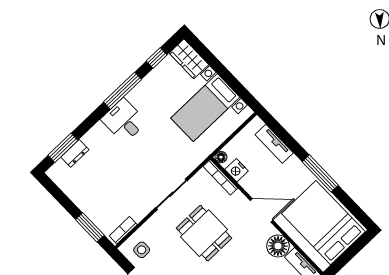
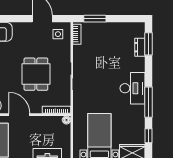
desk: (124, 121) -> (133, 88), width x1.37
nightstand: (237, 170) -> (52, 122), removed
door: (262, 210) -> (19, 115), swing flipped
dining table: (204, 233) -> (36, 74), turned 90

